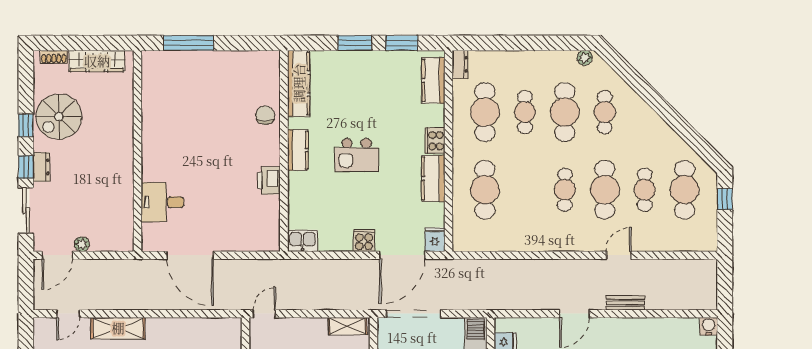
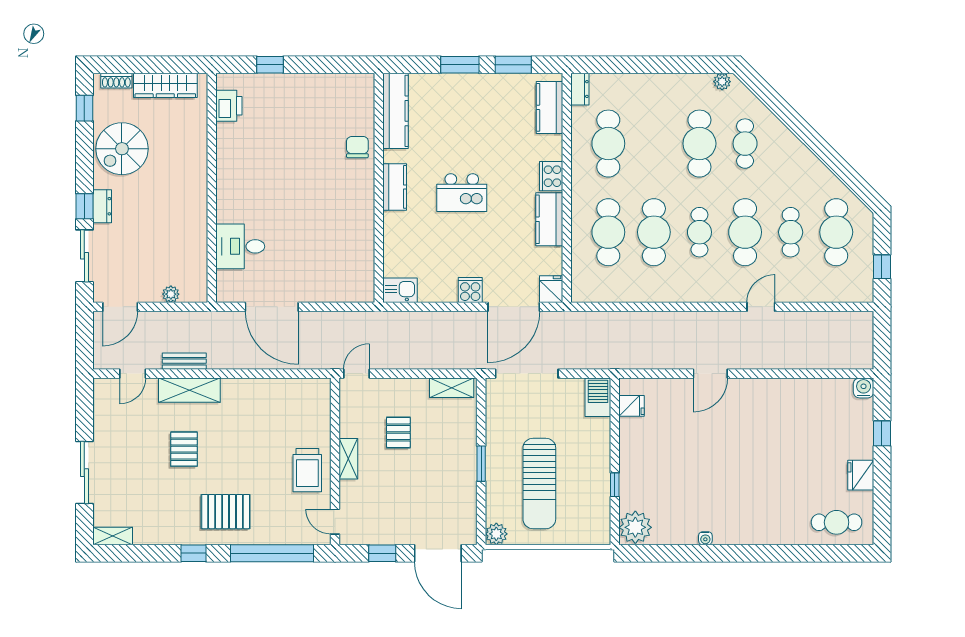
window: (189, 43) -> (270, 65), width x0.46
cafe table: (525, 112) -> (654, 232), moved, width x1.37, depth x1.35
window: (26, 125) -> (84, 108), moved
printer: (269, 181) -> (229, 106), moved, turned 180
window: (725, 199) -> (882, 267), moved
plant: (82, 244) -> (171, 294), moved
bench: (625, 303) -> (184, 361), moved

